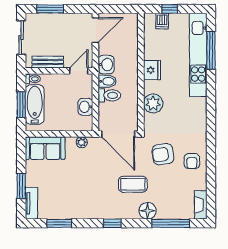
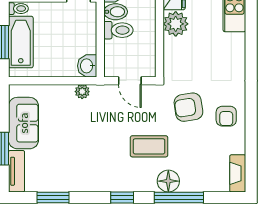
plant: (153, 103) -> (176, 24), moved
washbasin: (85, 107) -> (87, 66), moved
door: (118, 134) -> (130, 81), width x0.53
sofa: (45, 148) -> (23, 123), moved, turned -90
window: (171, 223) -> (179, 197), moved

